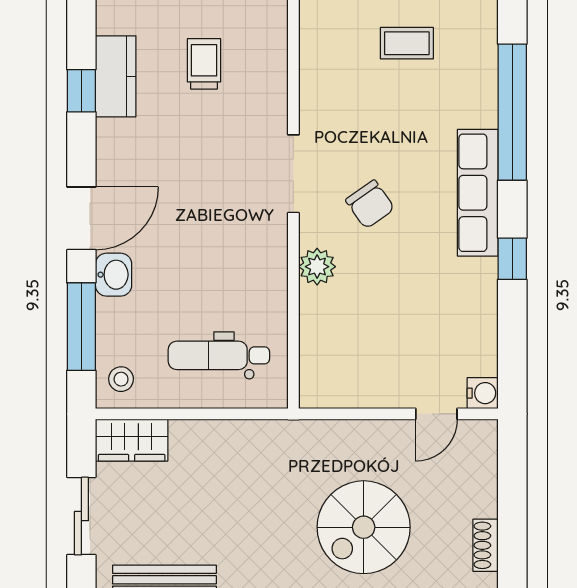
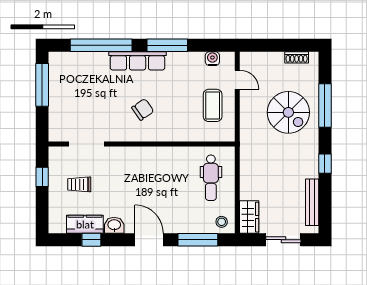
coffee table: (407, 43) -> (213, 105), moved, width x1.36, depth x1.30
doorway: (293, 174) -> (87, 144), moved
window: (512, 259) -> (167, 45), width x2.17
plant: (317, 267) -> (171, 133), removed
washbasin: (114, 275) -> (114, 225), moved
water cooler: (483, 393) -> (212, 59), moved

